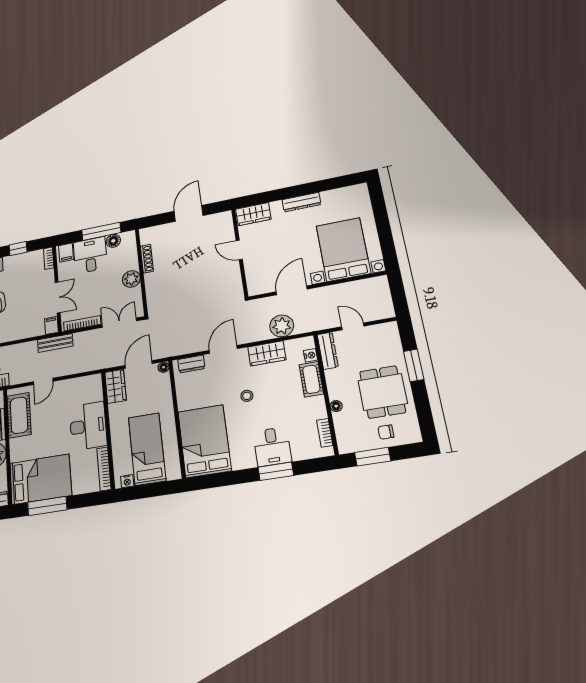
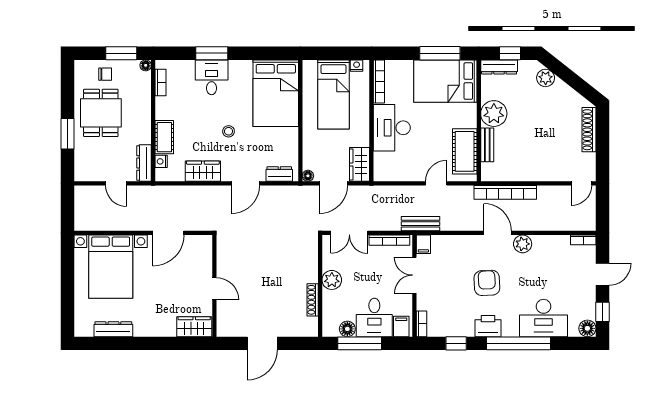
dresser: (301, 202) -> (113, 329), moved
plant: (282, 326) -> (184, 197), removed
floor lamp: (336, 406) -> (146, 65), moved

